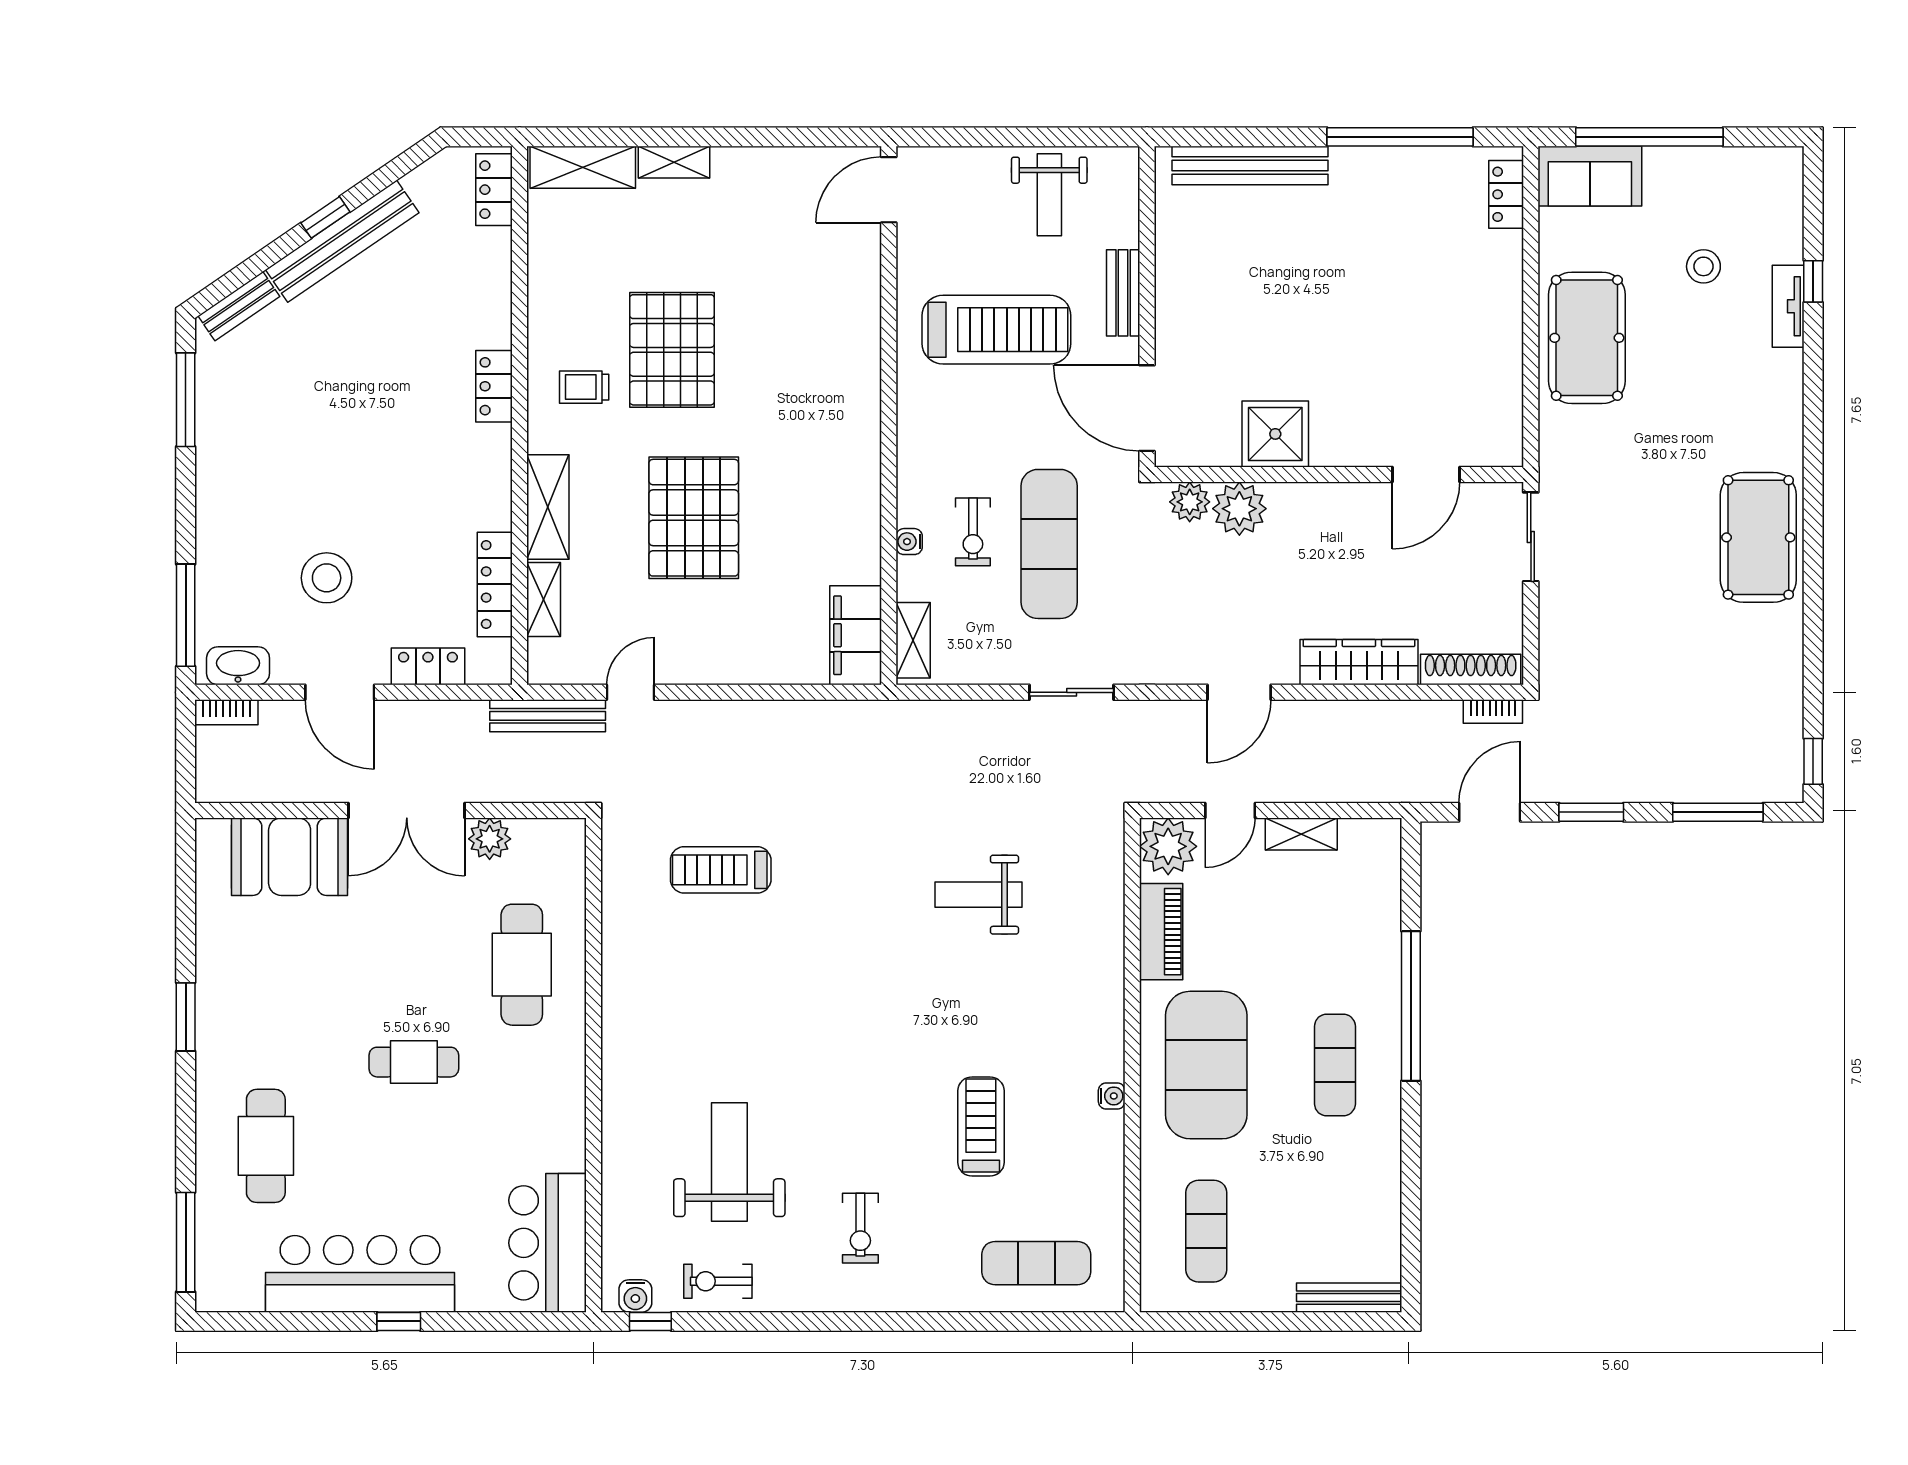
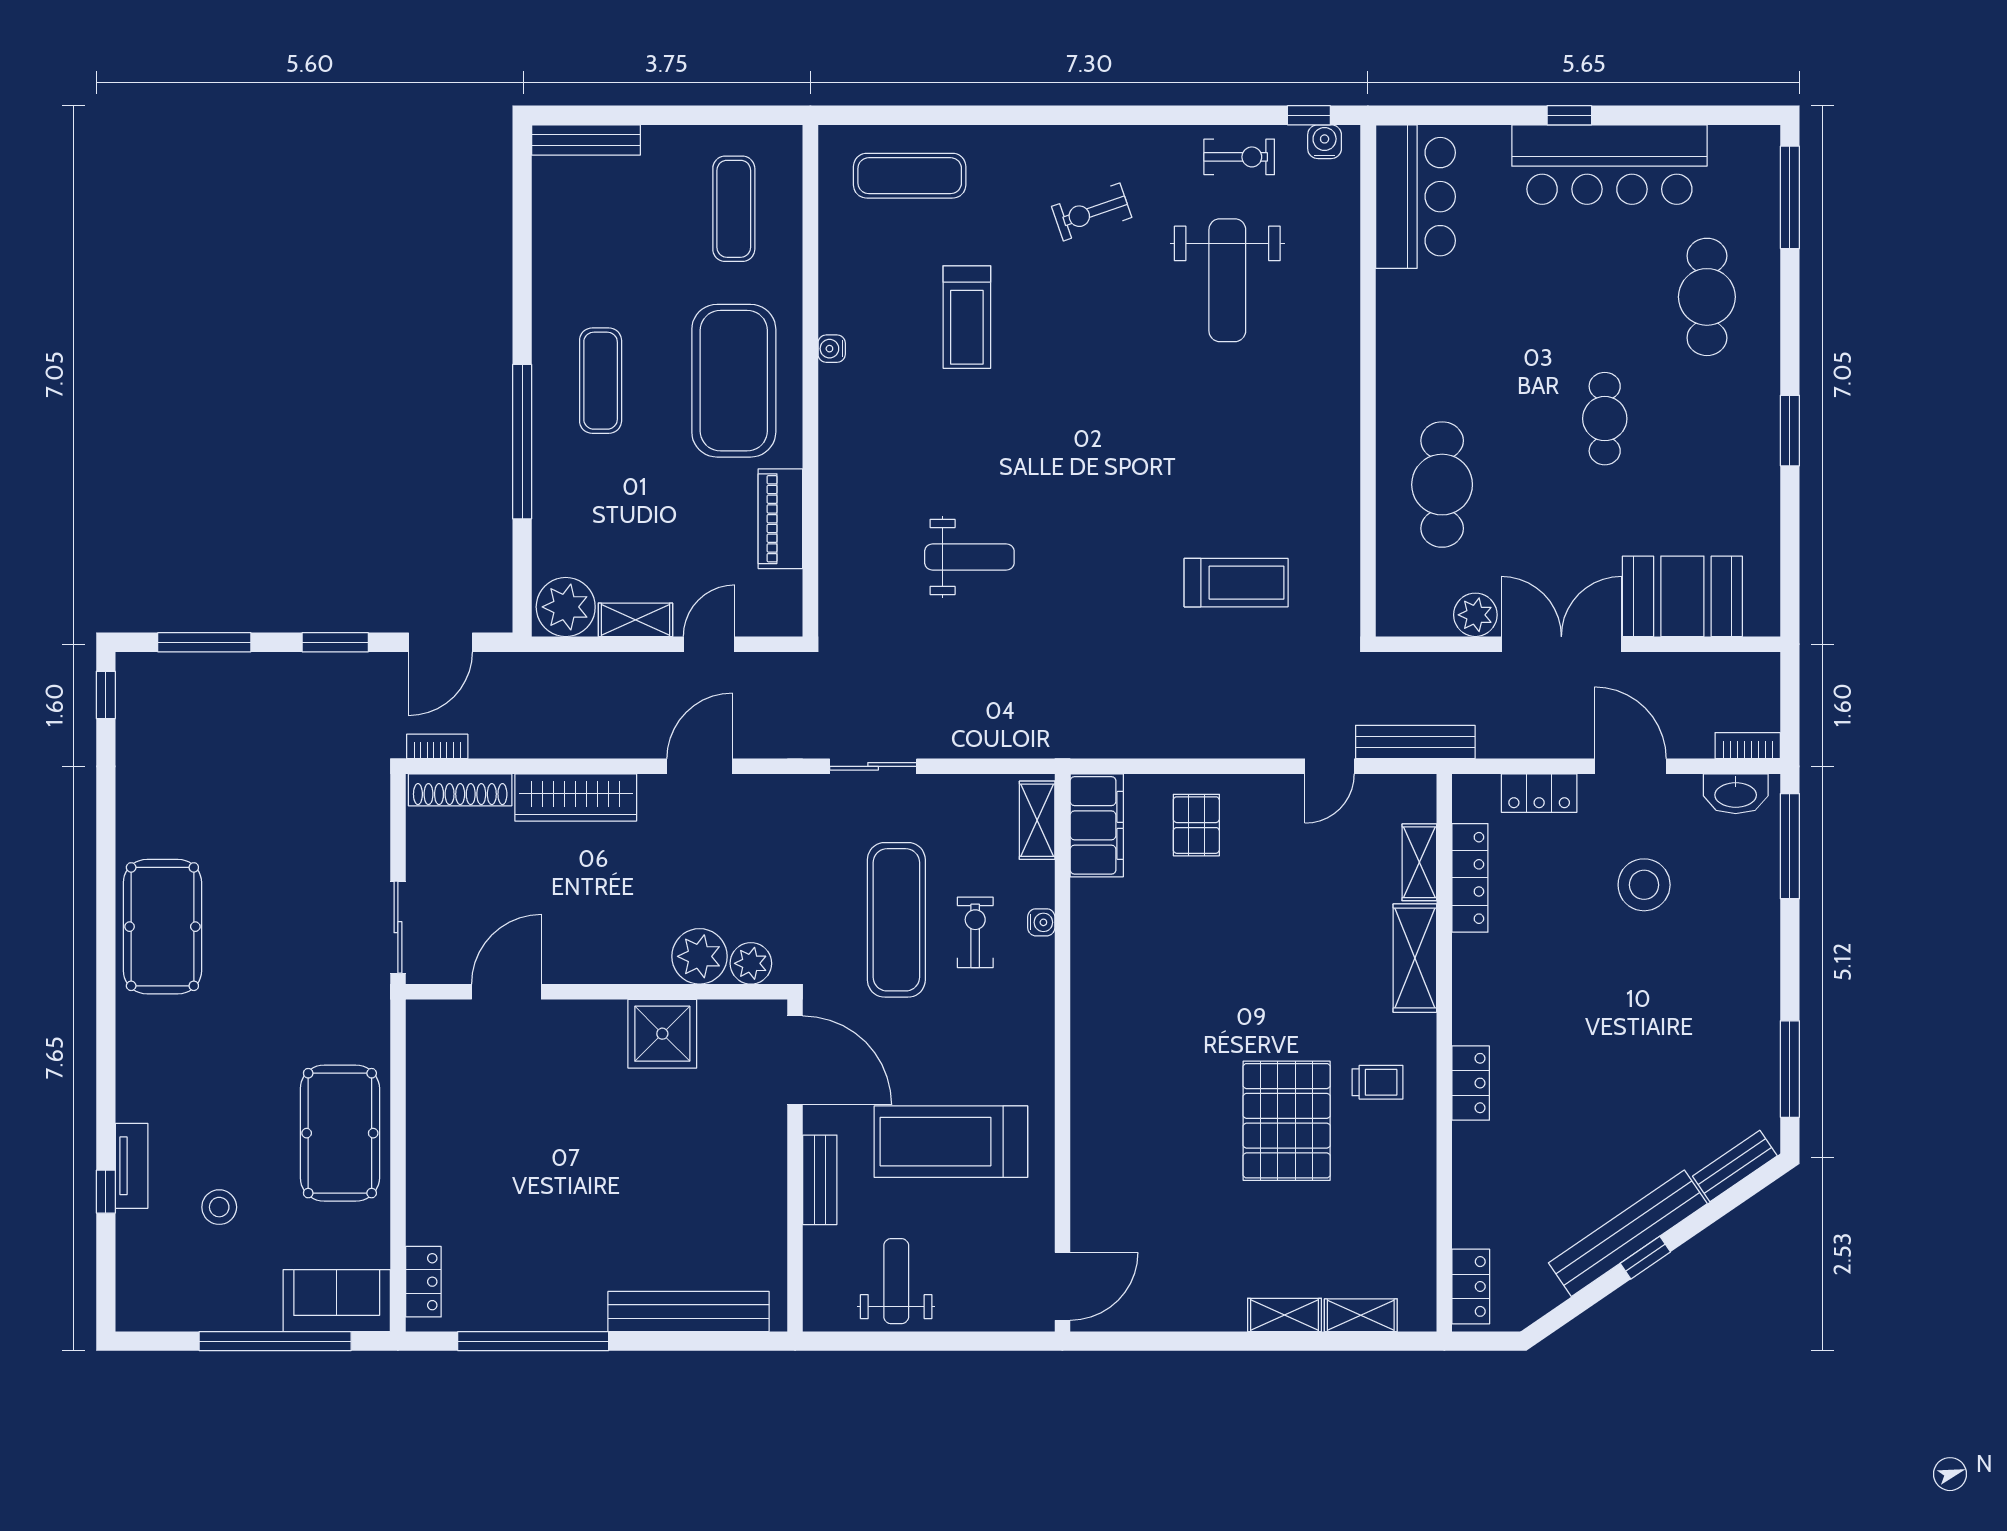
shelving: (583, 167) -> (1361, 1315), width x0.67, depth x0.75
pallet: (694, 518) -> (1196, 825), moved, width x0.49, depth x0.50
plant: (1168, 846) -> (566, 607), moved
cafe table: (414, 1062) -> (1605, 419), moved, turned 90
exercise bike: (860, 1228) -> (1092, 212), turned -109

